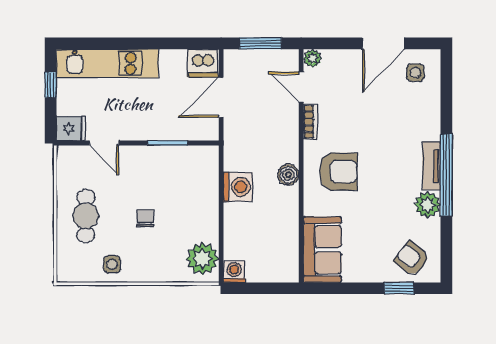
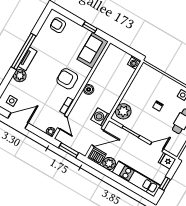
plant: (173, 62) -> (109, 164), added
door: (104, 143) -> (157, 147), hinge flipped
washing machine: (238, 187) -> (100, 117), moved
plant: (428, 205) -> (20, 76), moved
plant: (203, 259) -> (123, 111), moved
armchair: (412, 259) -> (58, 25), turned 142
window: (399, 288) -> (90, 27), moved

